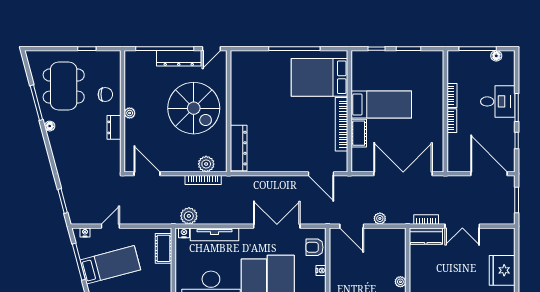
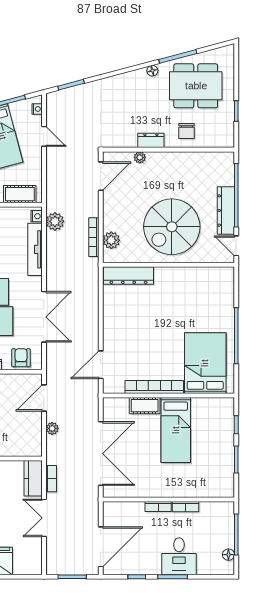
plant: (130, 113) -> (140, 157), moved

